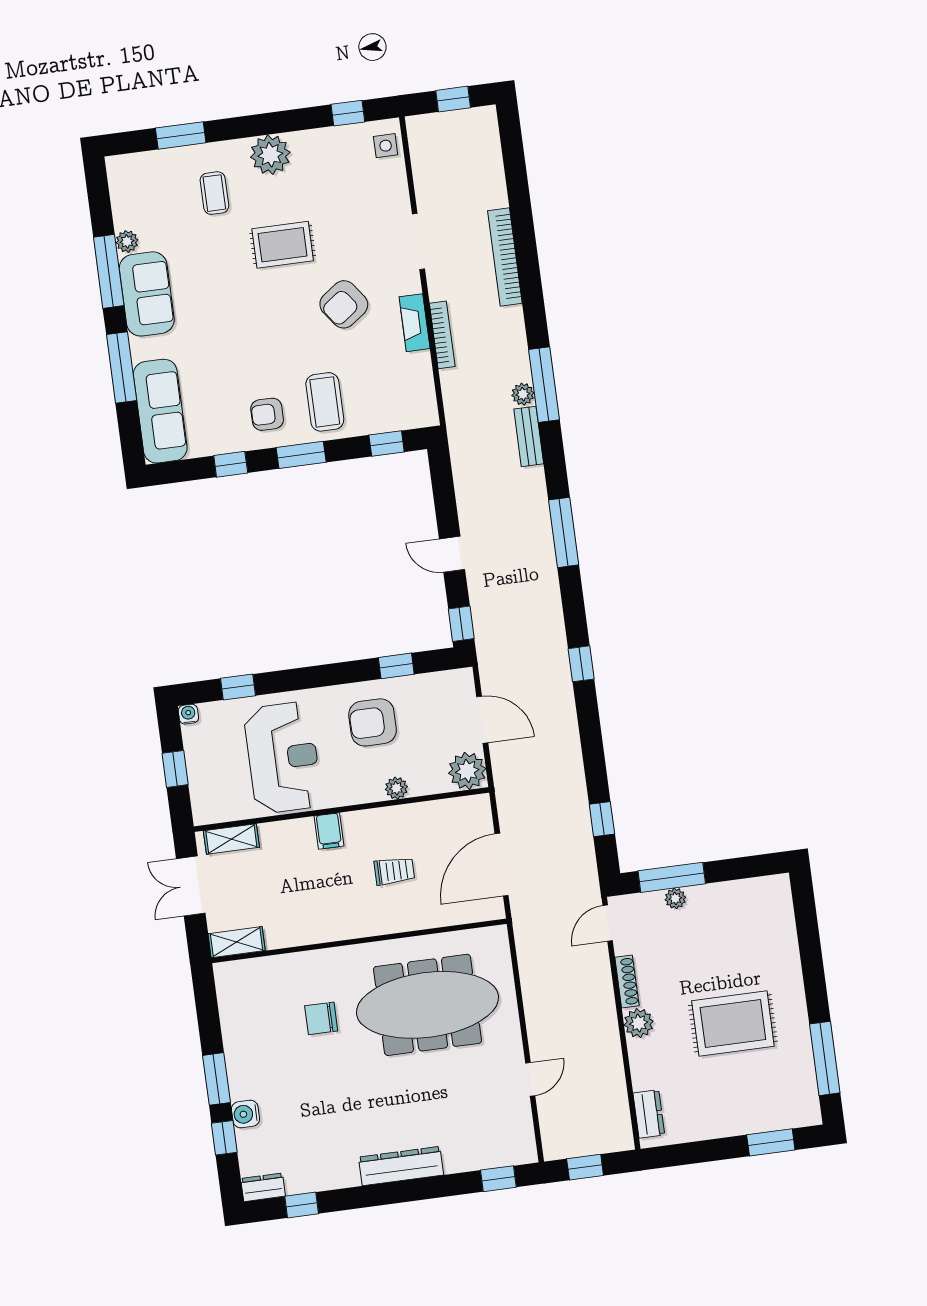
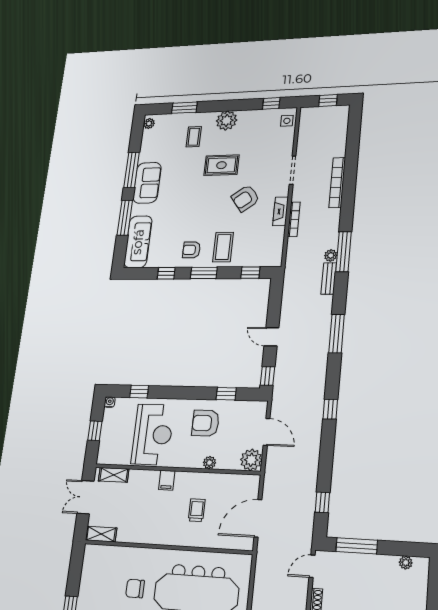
plant: (127, 241) -> (149, 124), moved
trolley: (394, 871) -> (197, 510), turned -90
plant: (675, 898) -> (406, 563), moved

